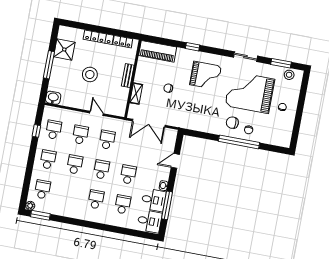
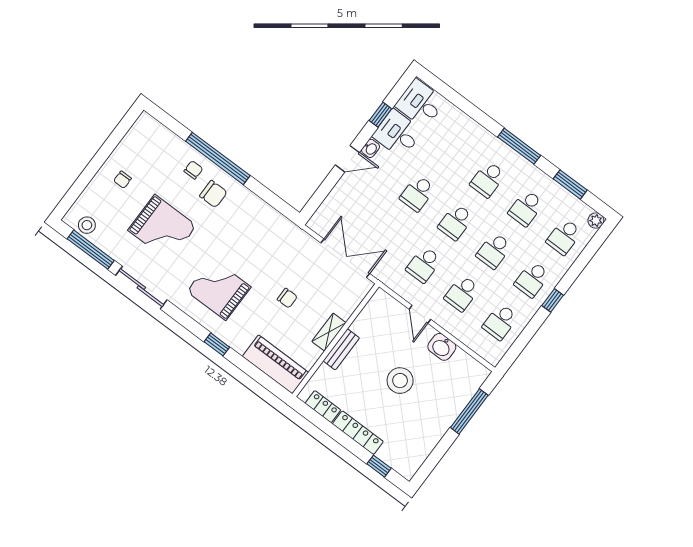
window: (79, 25) -> (379, 466), added
shower: (64, 49) -> (421, 440), removed
sliding door: (245, 57) -> (141, 288), width x1.37
window: (281, 63) -> (91, 250), width x1.44
window: (49, 65) -> (469, 411), moved
grand piano: (250, 92) -> (162, 228), width x0.73, depth x0.68
shelving: (136, 94) -> (329, 332), moved
washbasin: (53, 98) -> (442, 347), moved
window: (36, 131) -> (553, 300), moved
door: (175, 161) -> (347, 159), moved
school desk: (123, 204) -> (526, 208), moved
window: (167, 205) -> (380, 115), width x0.46
window: (40, 215) -> (570, 184), moved
window: (88, 224) -> (519, 146), added

